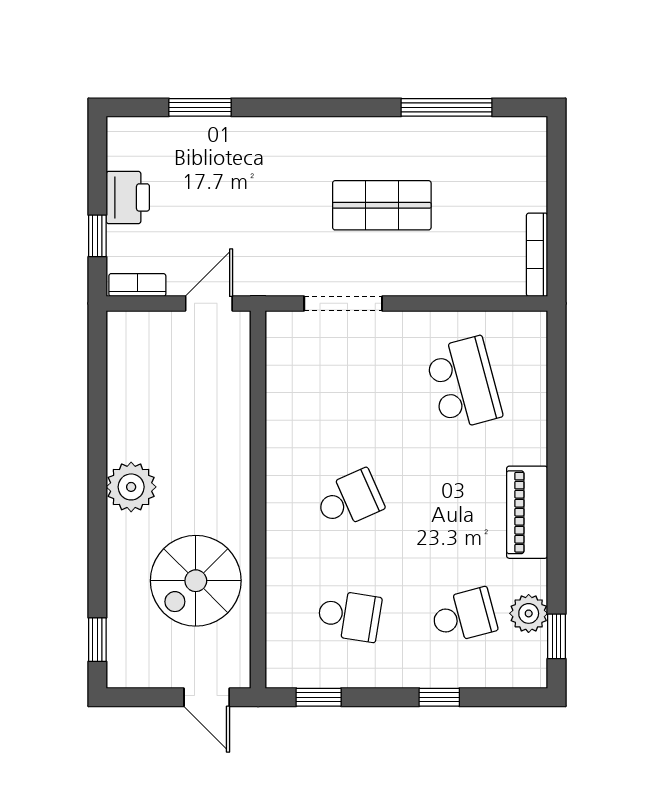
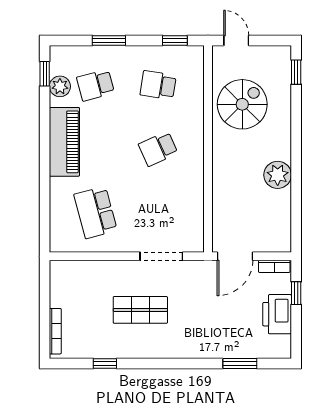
window: (447, 107) -> (105, 364), width x0.46
printer: (128, 197) -> (277, 314), width x1.37, depth x1.19
bookcase: (537, 255) -> (55, 331), moved
door: (209, 303) -> (235, 256), width x1.38
plant: (131, 487) -> (278, 175), moved
piano: (527, 512) -> (64, 142), width x1.37, depth x1.33
window: (439, 697) -> (109, 40), width x1.50

